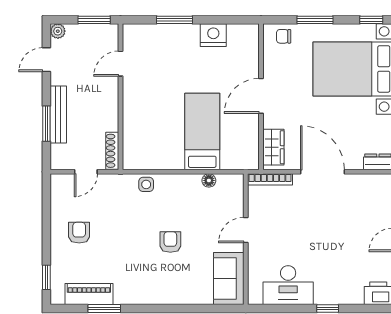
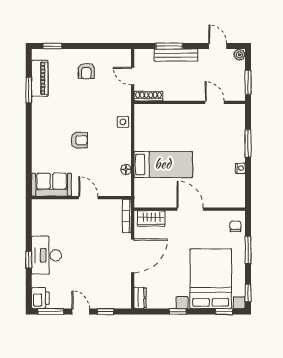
nightstand: (213, 35) -> (240, 168), width x0.53, depth x0.56
armchair: (79, 233) -> (86, 71), turned 90
desk: (288, 285) -> (46, 255), moved

